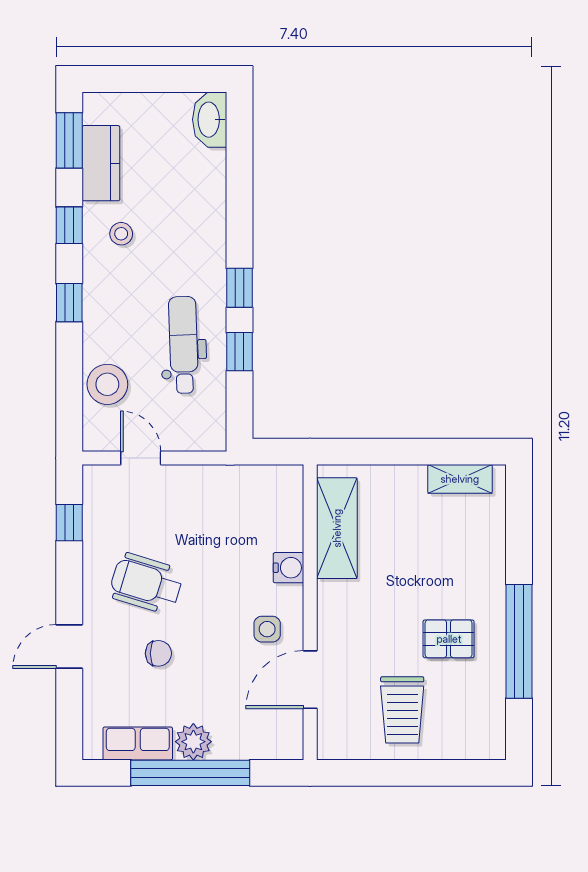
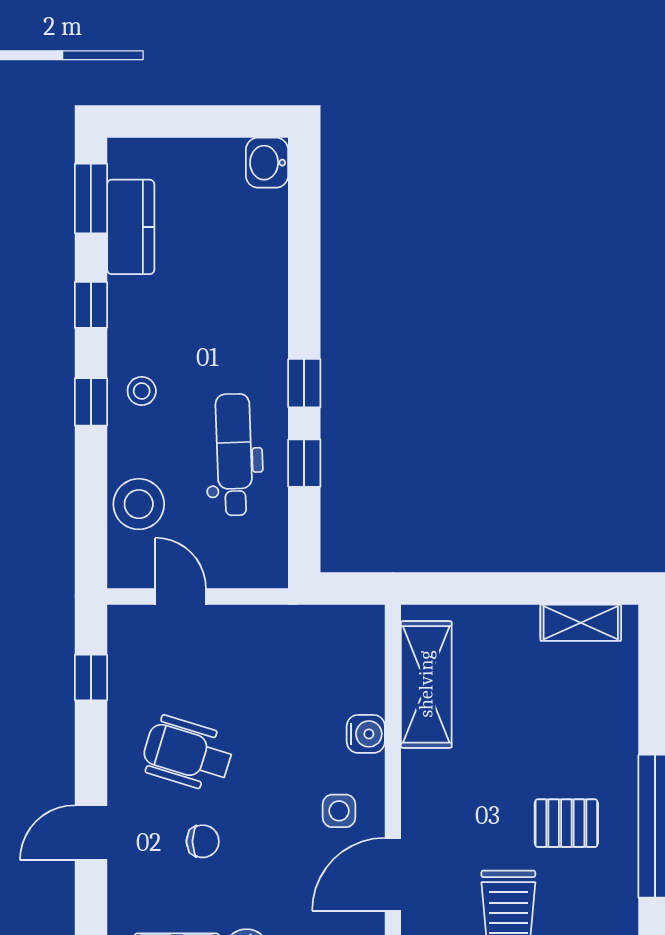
washbasin: (210, 120) -> (267, 163), width x0.72
stool: (121, 234) -> (142, 391), moved

